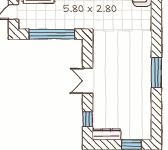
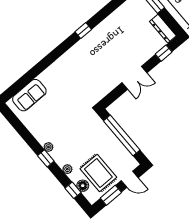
window: (156, 73) -> (83, 31), width x0.46

